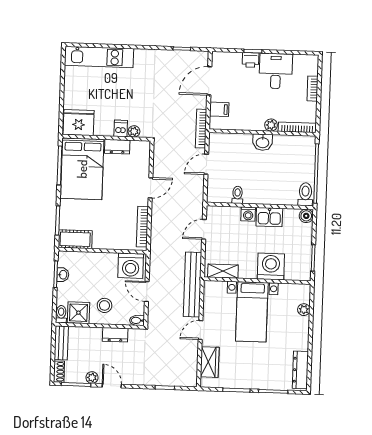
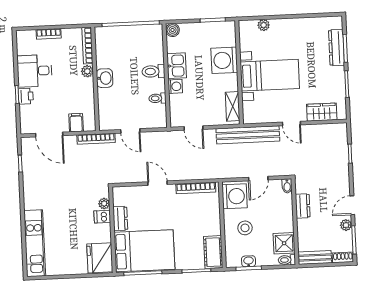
toilet: (305, 194) -> (153, 71), moved
stool: (104, 305) -> (245, 228), moved
dresser: (300, 370) -> (337, 48), moved, turned 90

